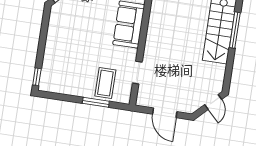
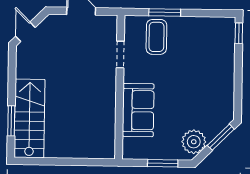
window: (235, 30) -> (11, 121), width x0.69

